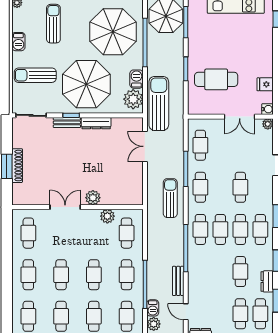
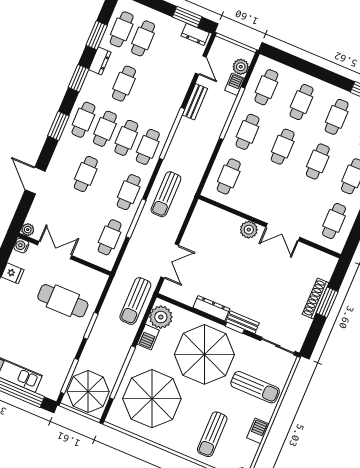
sun lounger: (159, 103) -> (135, 301), width x0.73, depth x0.75
plant: (107, 216) -> (242, 203), removed

